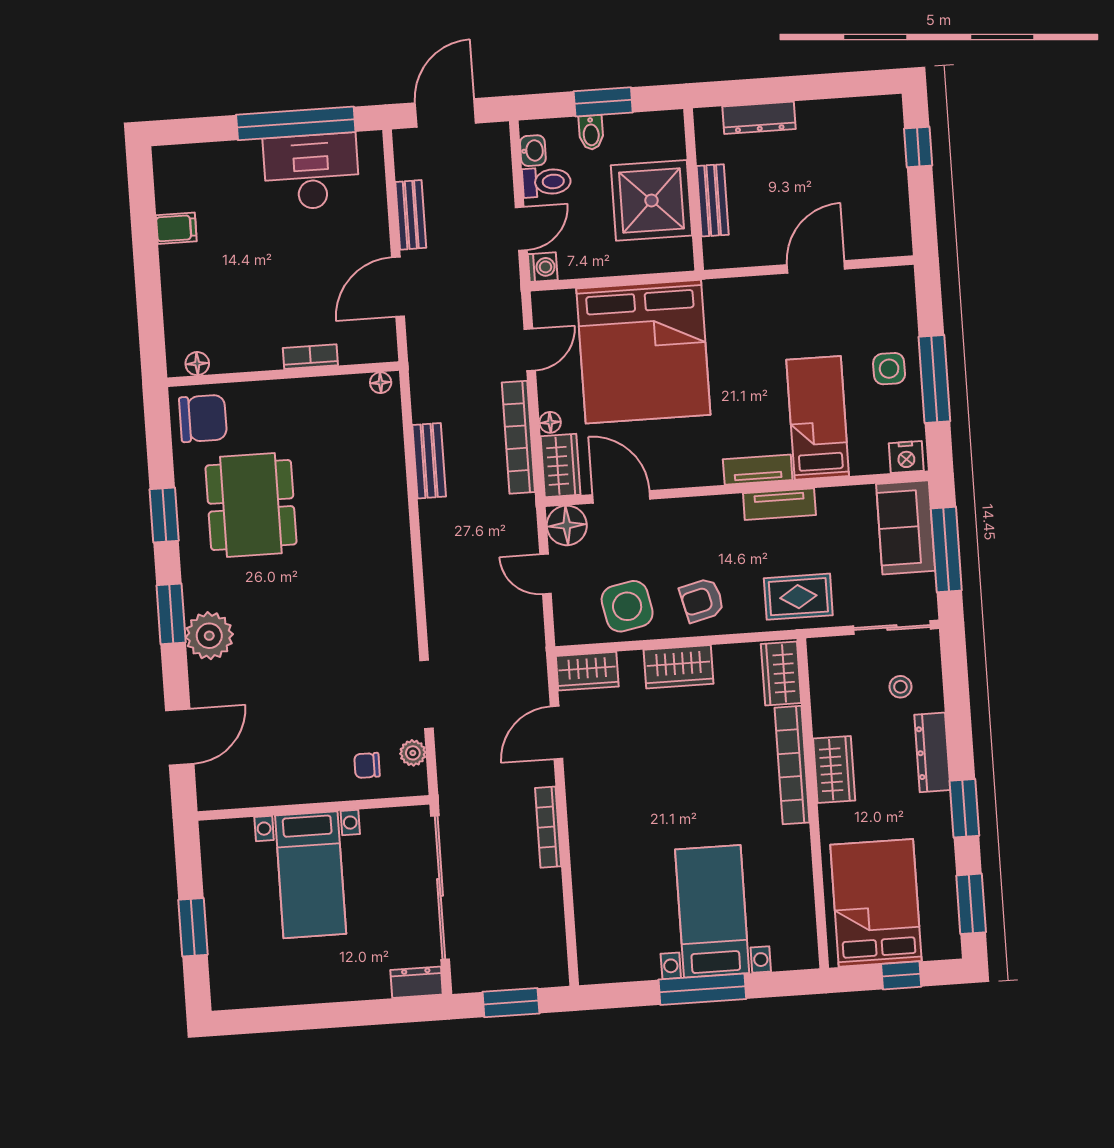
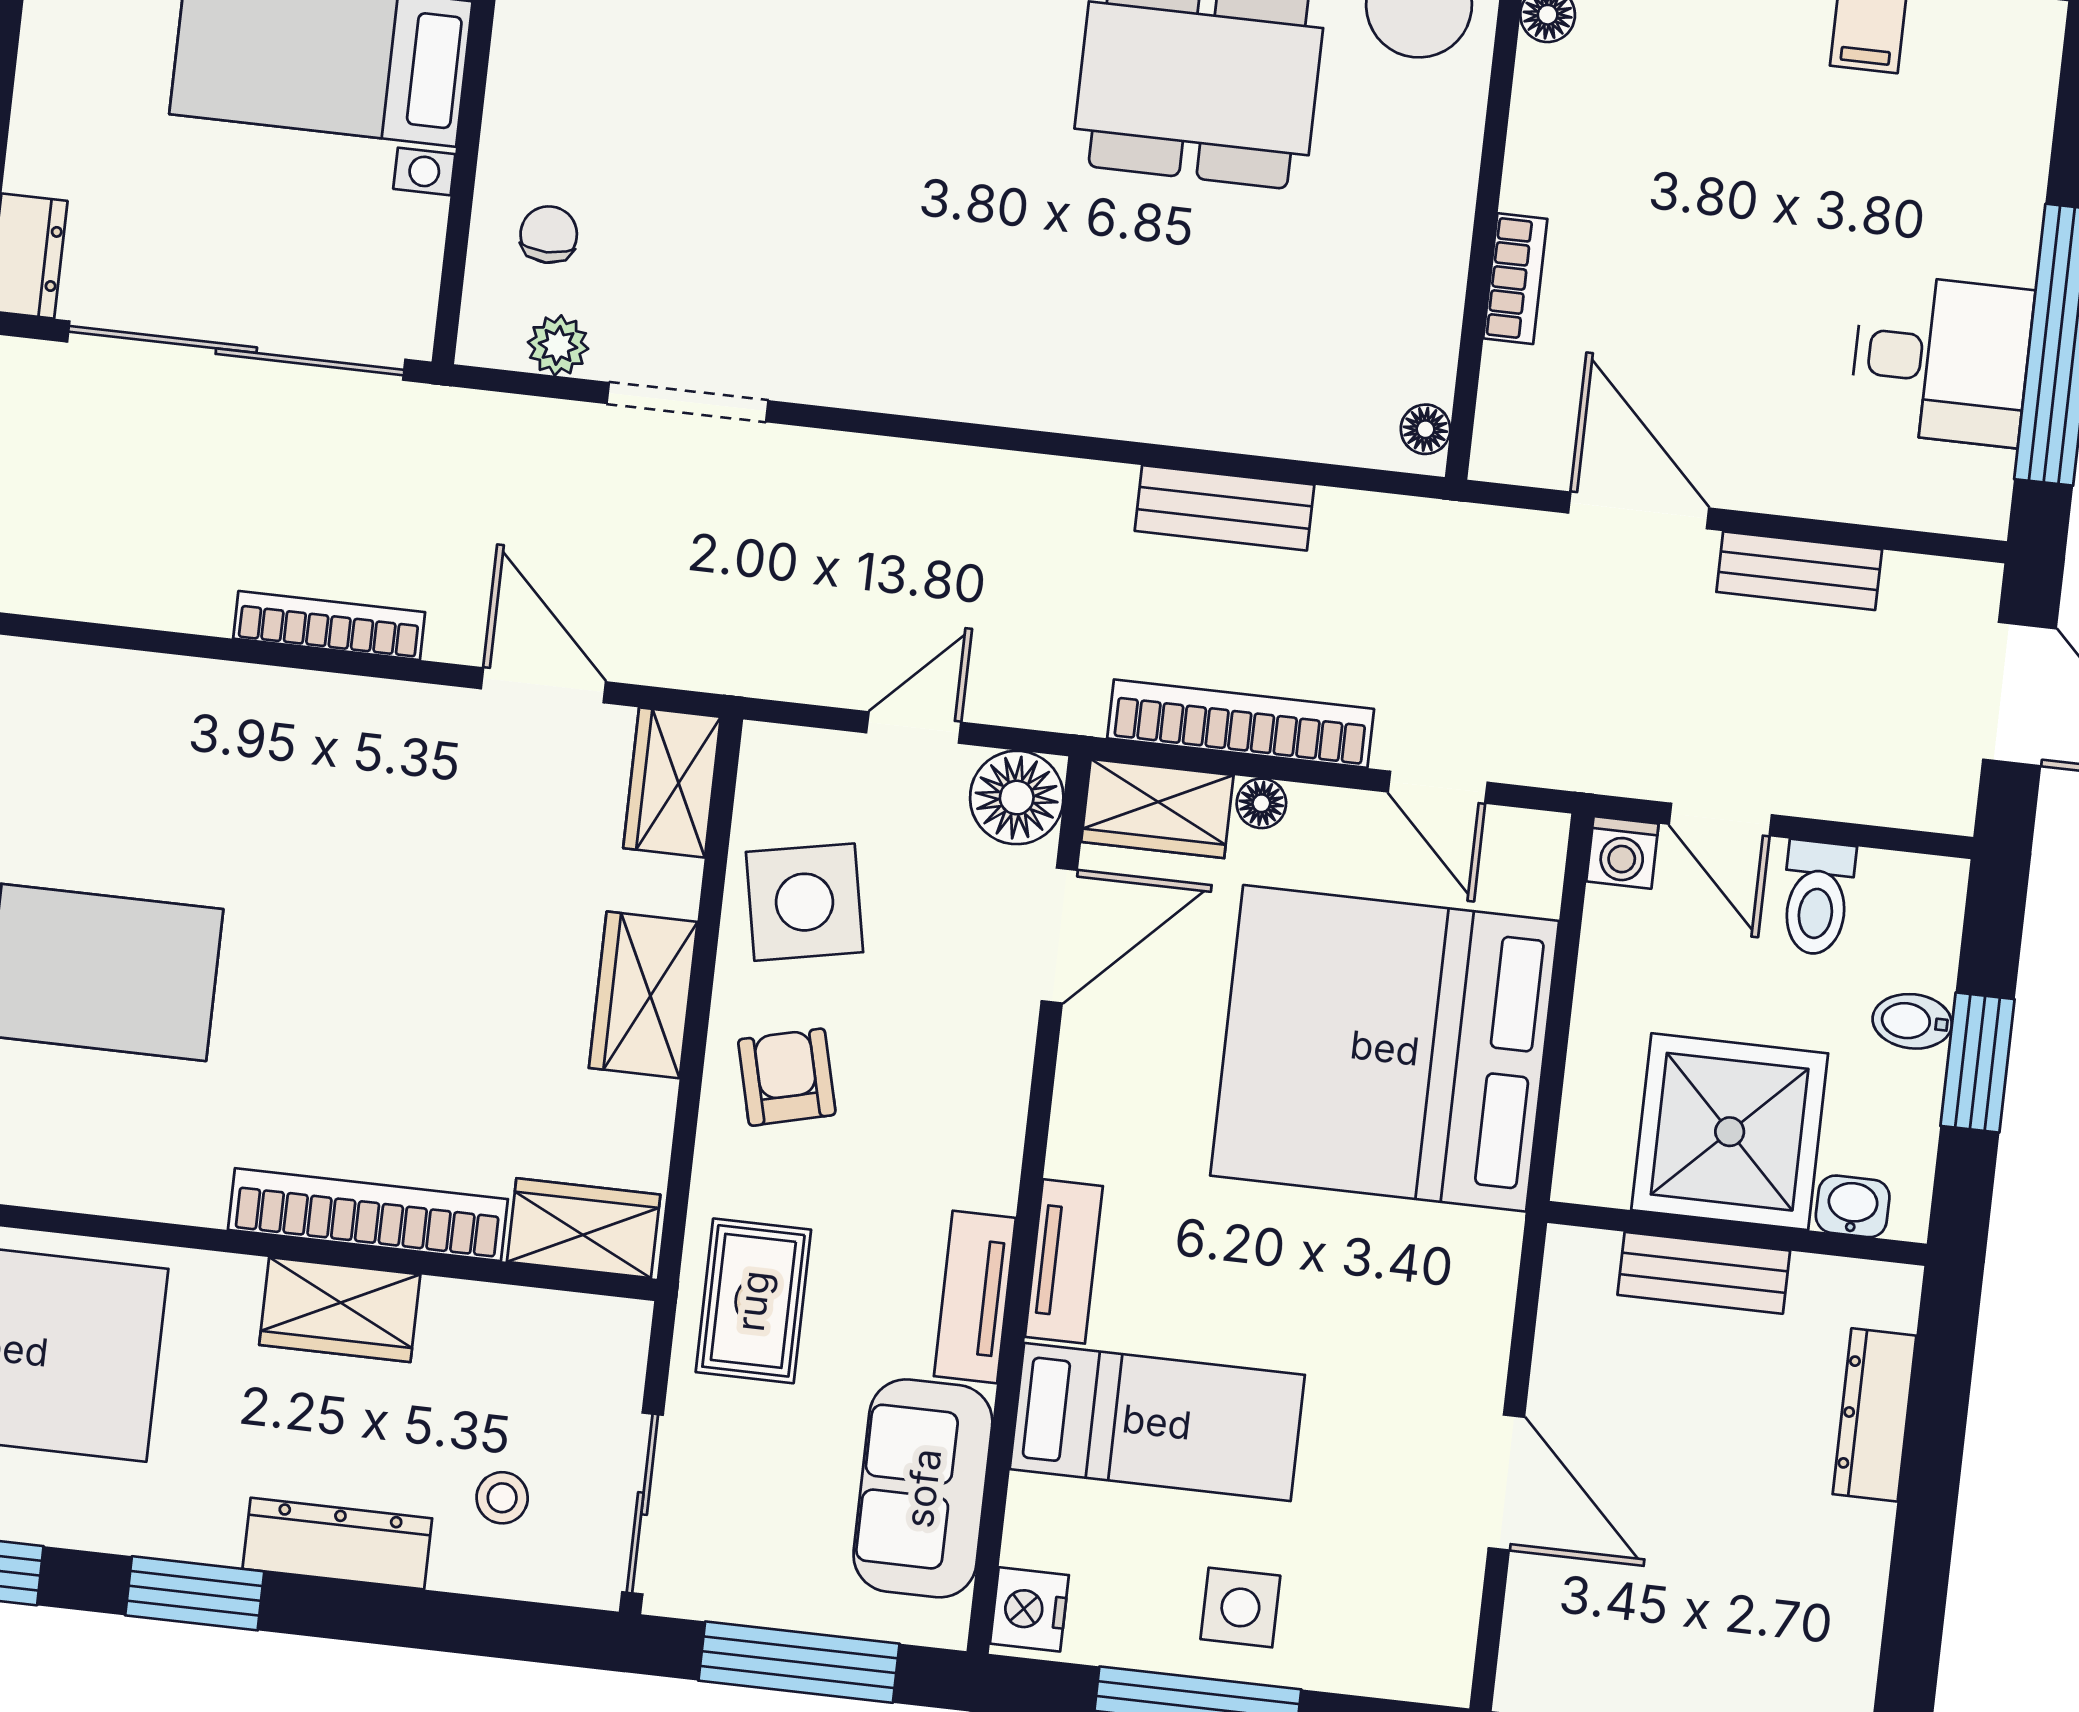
washbasin: (533, 151) -> (1853, 1206), moved, turned 180
desk: (311, 172) -> (1941, 360), width x0.73
sofa: (906, 527) -> (923, 1488), moved, turned -90

